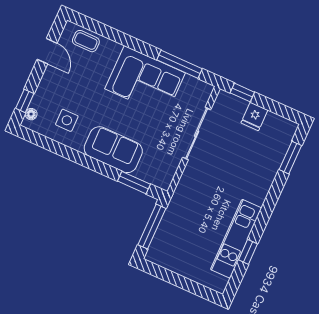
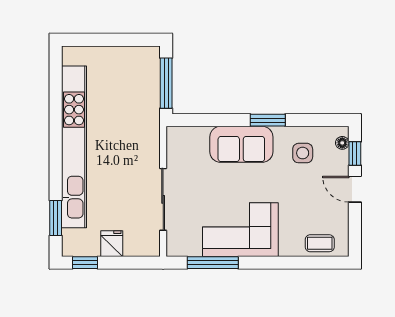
door: (47, 51) -> (355, 189), moved
window: (242, 93) -> (85, 263), moved
window: (134, 183) -> (268, 120), moved
kitchen unit: (236, 239) -> (74, 147), width x1.86
window: (248, 252) -> (56, 101), removed

